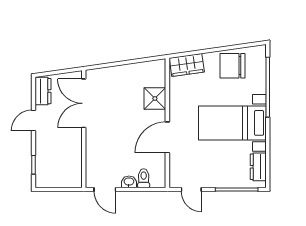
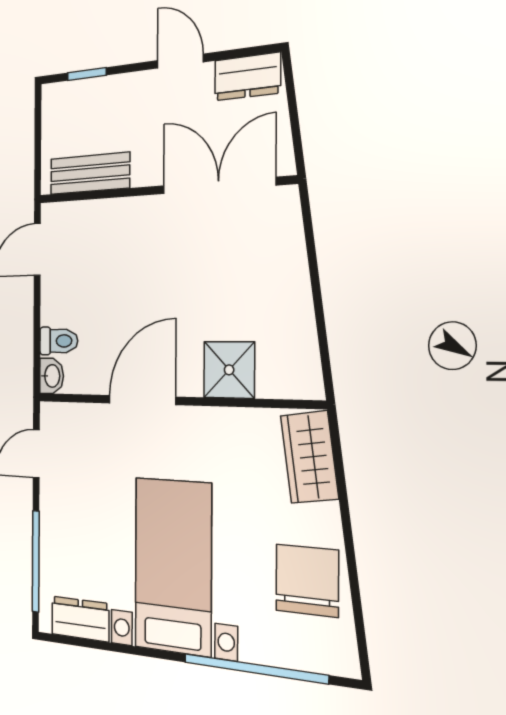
door: (167, 137) -> (142, 400), hinge flipped
bench: (75, 163) -> (90, 173), added
washbasin: (129, 182) -> (52, 376), moved

